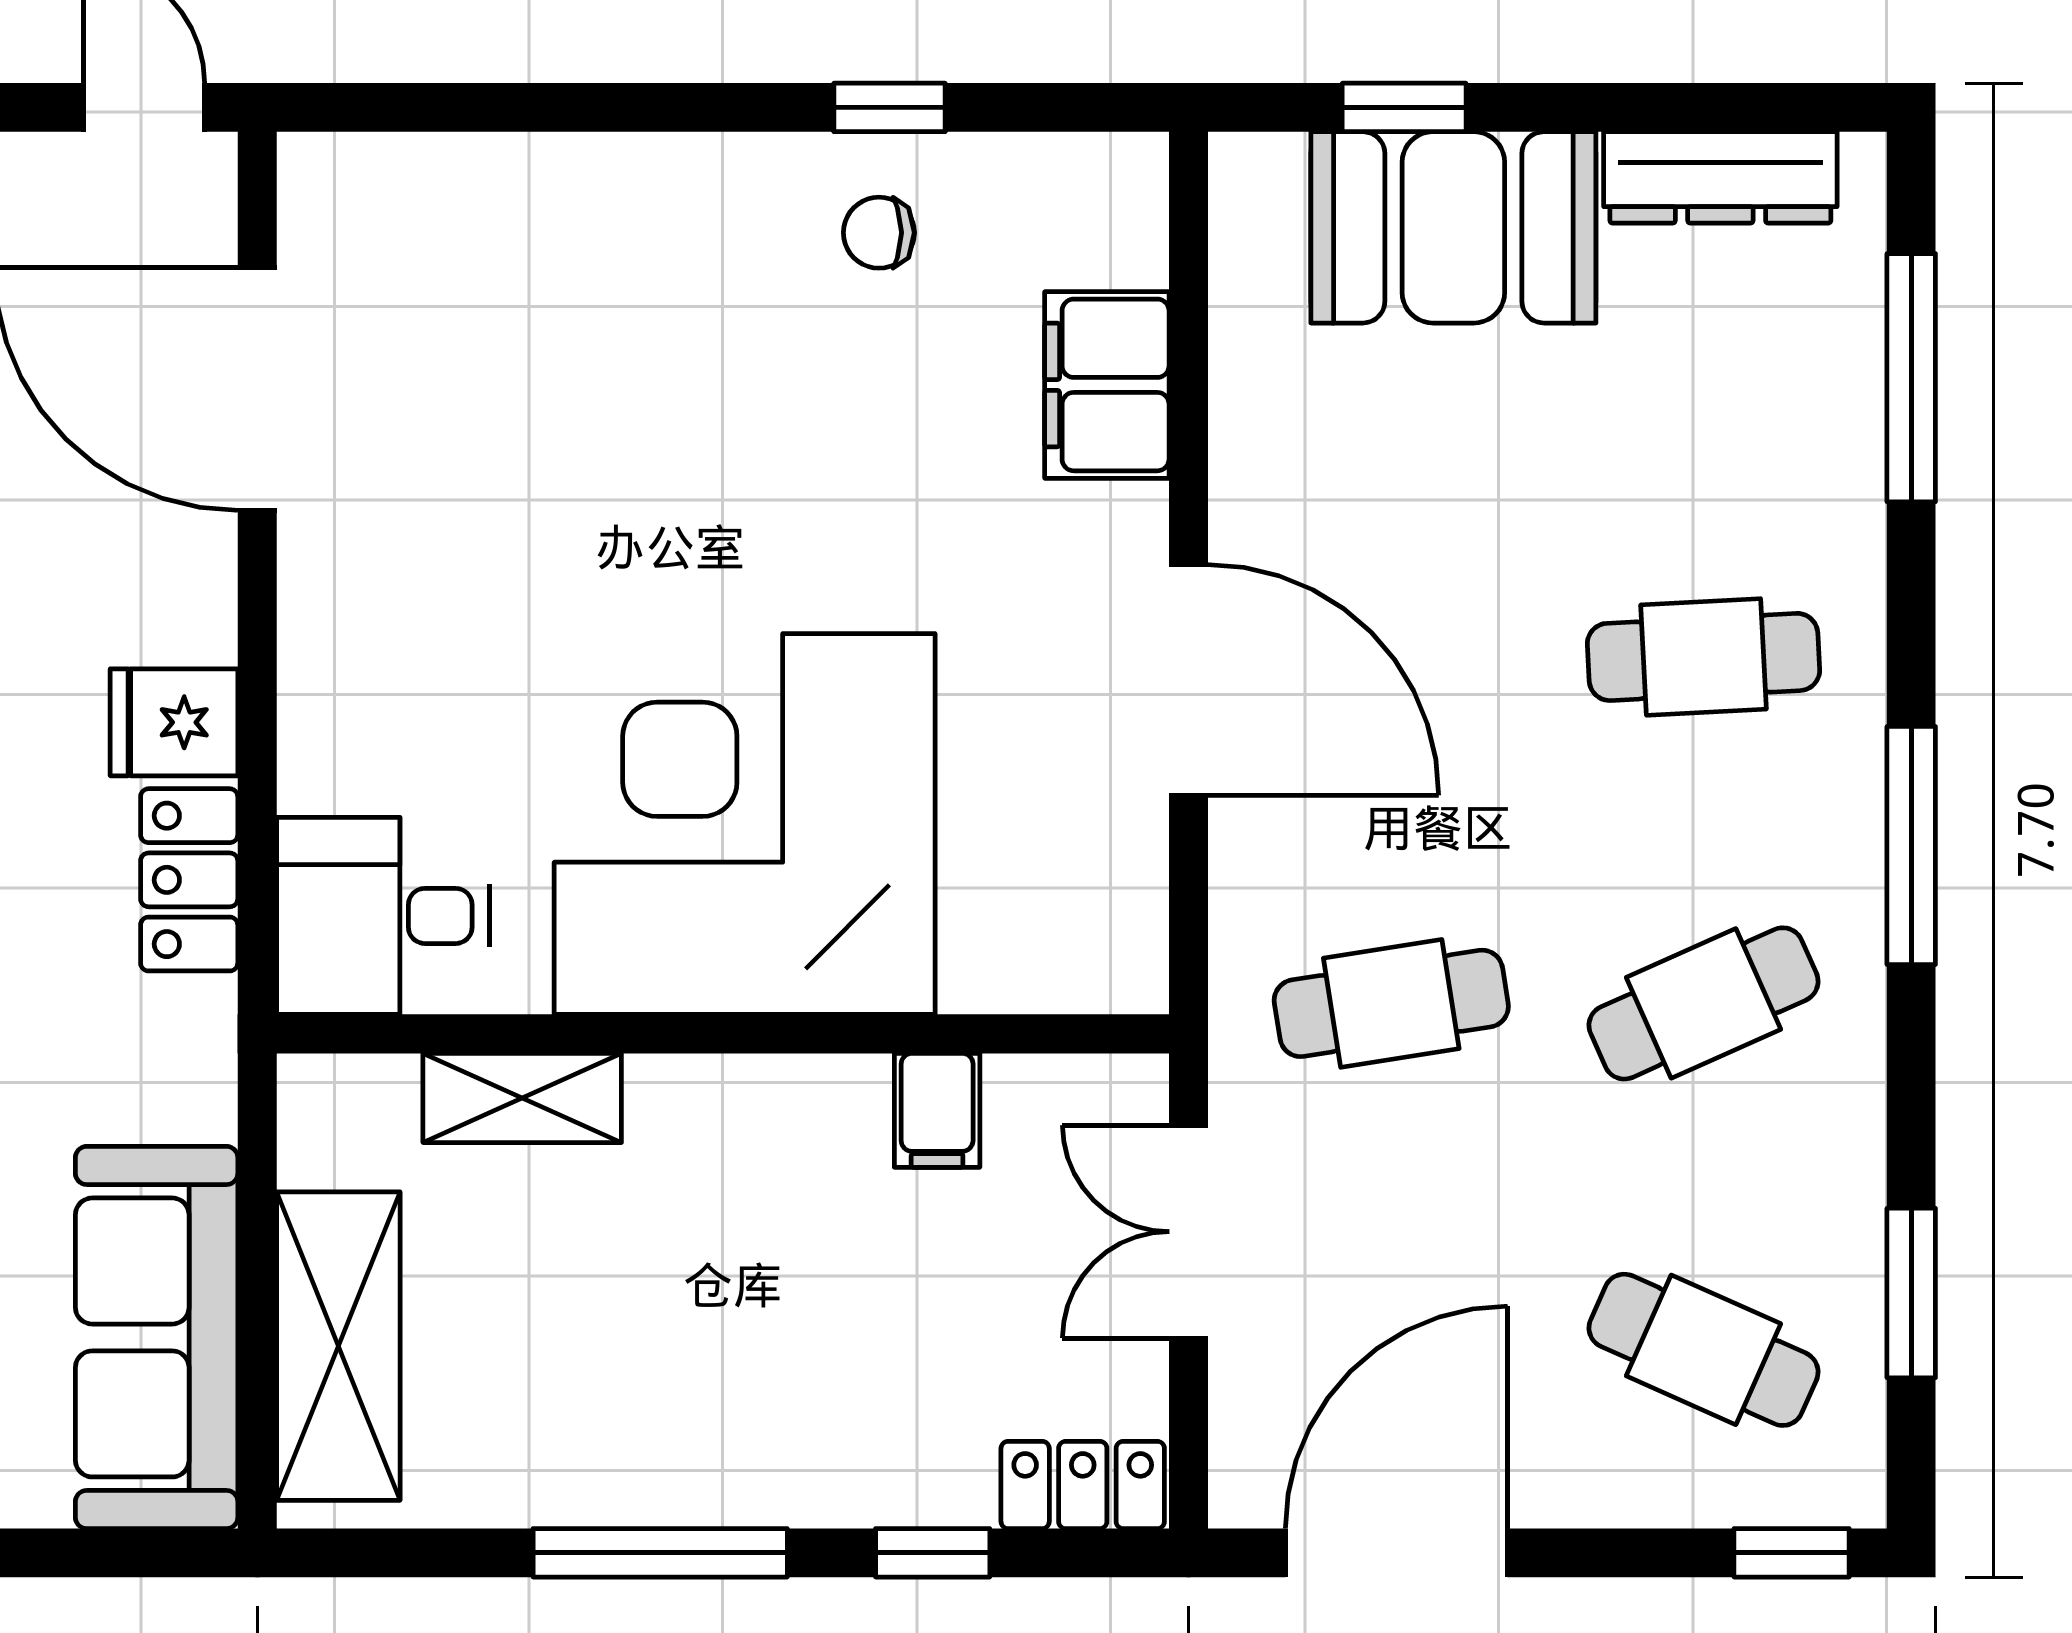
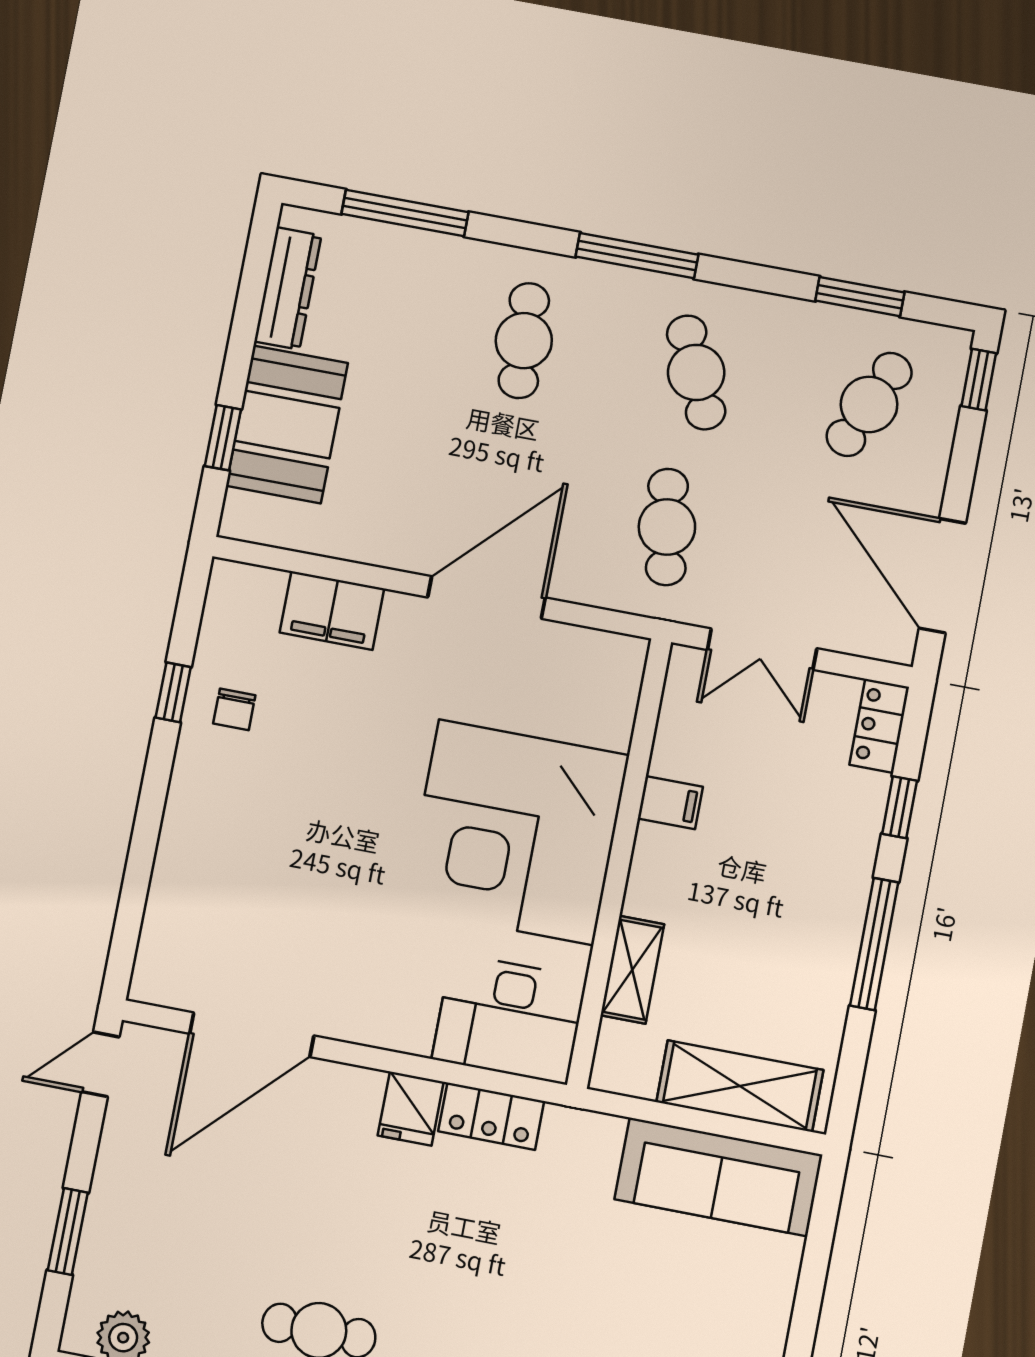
desk: (383, 916) -> (509, 1019), width x1.37
filing cabinet: (937, 1110) -> (670, 803), moved

